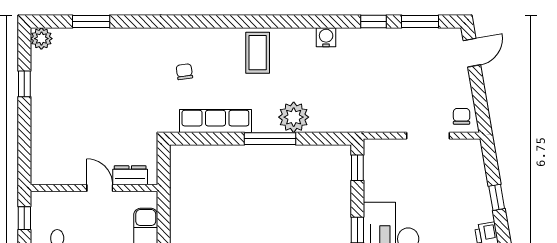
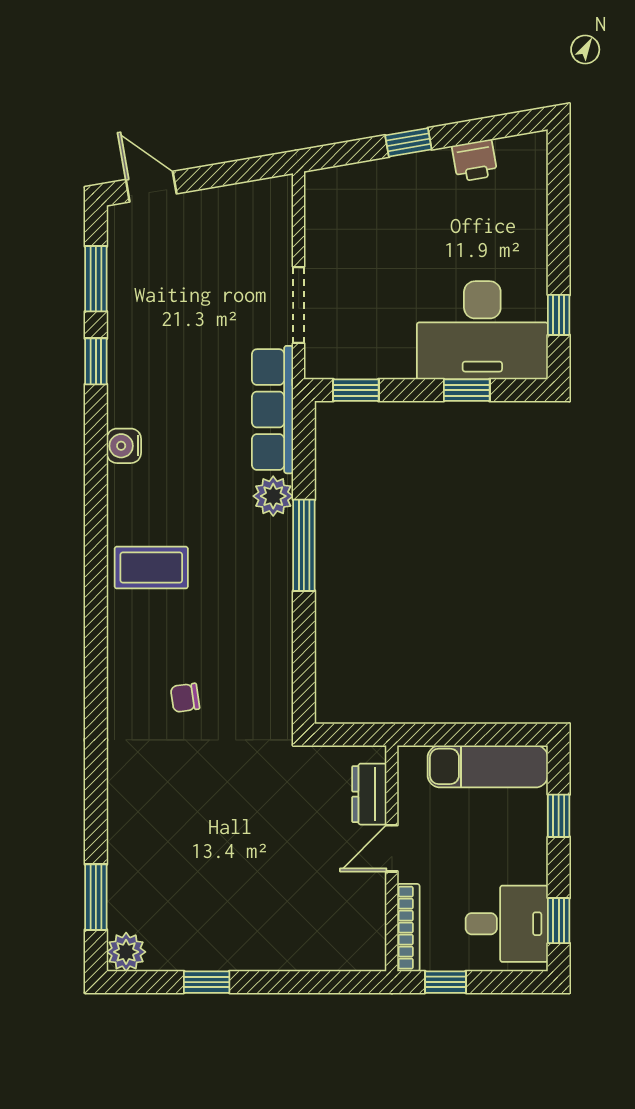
window: (91, 22) -> (96, 897), moved
chair: (462, 116) -> (264, 205), removed
plant: (294, 117) -> (273, 496), width x0.73, depth x0.73
row of seats: (215, 121) -> (273, 410), moved
doorway: (428, 136) -> (299, 305), moved
bookcase: (55, 197) -> (408, 928), added

